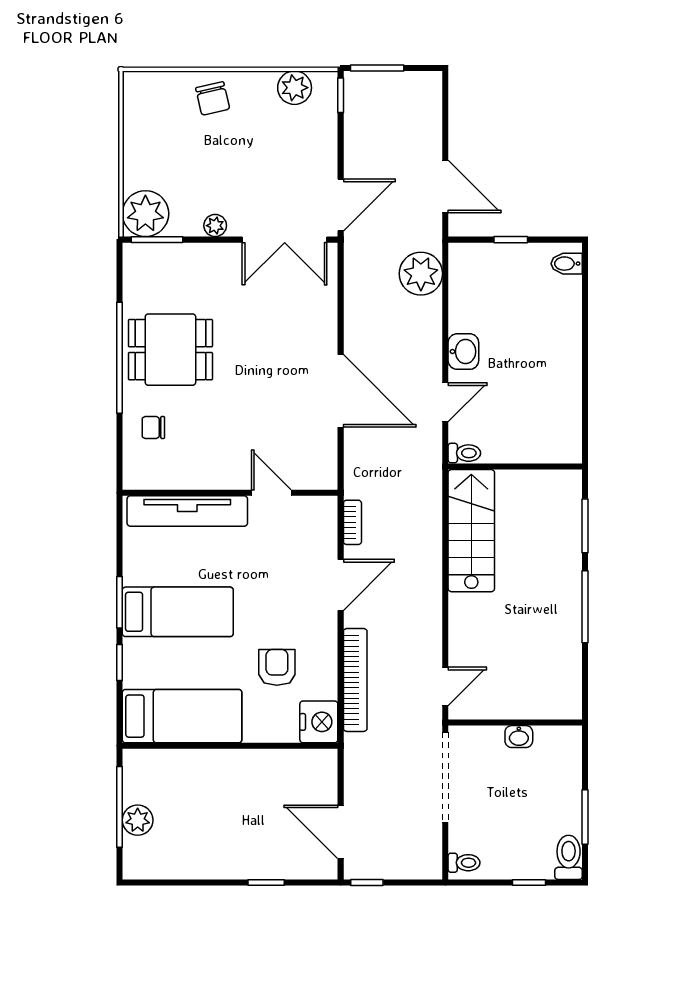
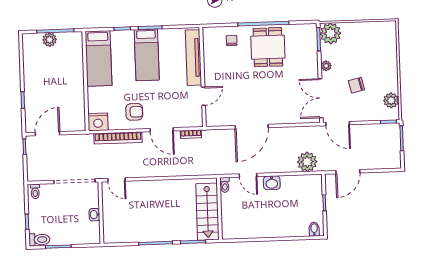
chair: (213, 98) -> (356, 85), moved
stairs: (471, 531) -> (207, 212), moved, turned 90
armchair: (277, 667) -> (134, 112), moved

